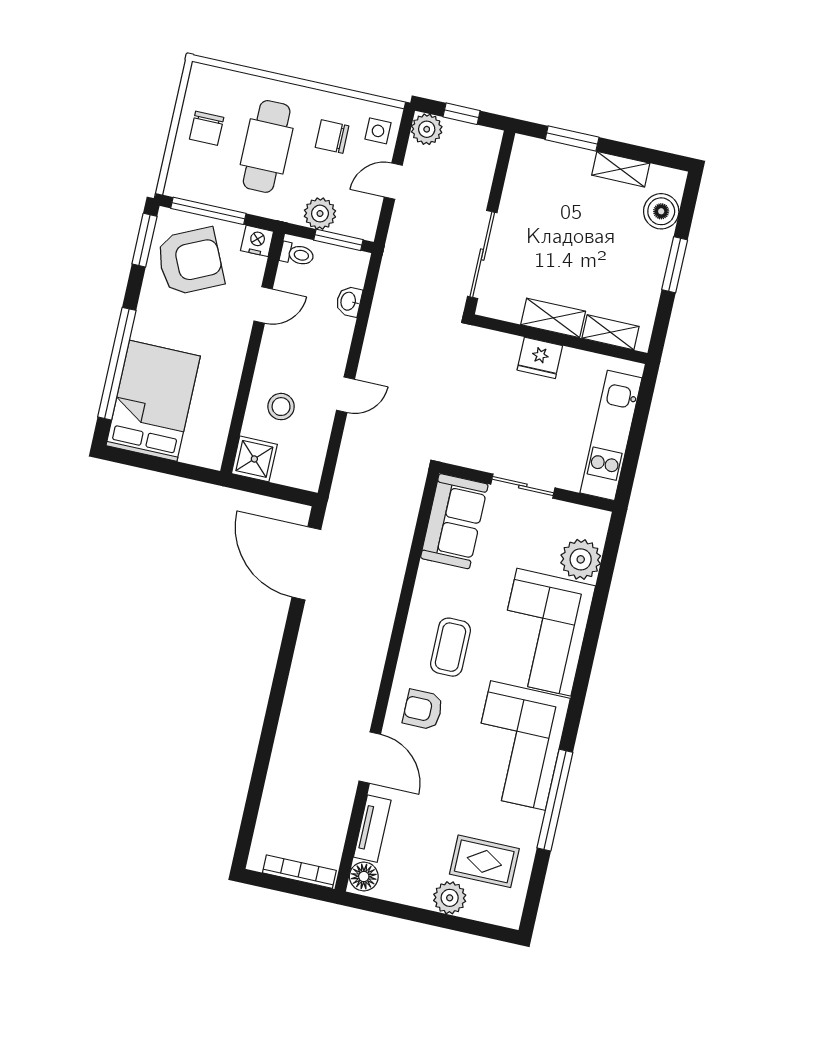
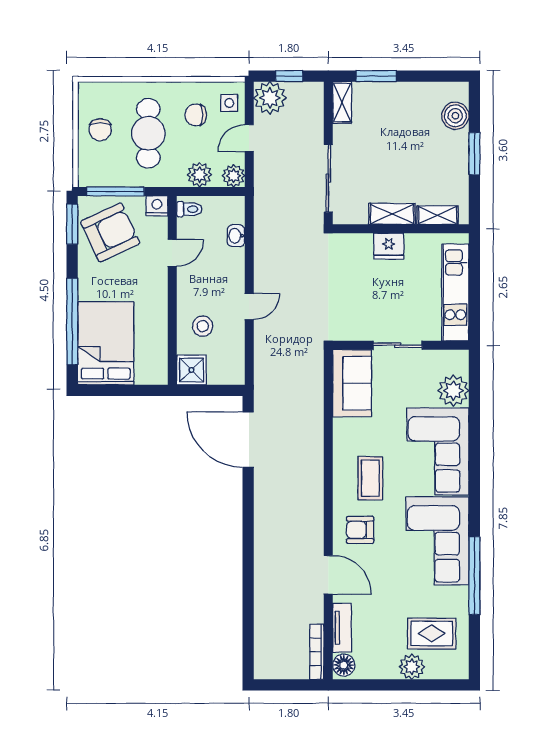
plant: (427, 129) -> (270, 98), width x1.36, depth x1.36
shelving: (621, 169) -> (342, 102), moved, turned 90
plant: (363, 224) -> (234, 176), added
window: (338, 240) -> (218, 191), removed
bookcase: (299, 872) -> (317, 652), moved, turned -90

